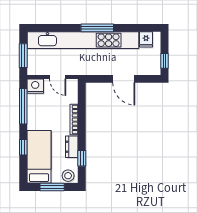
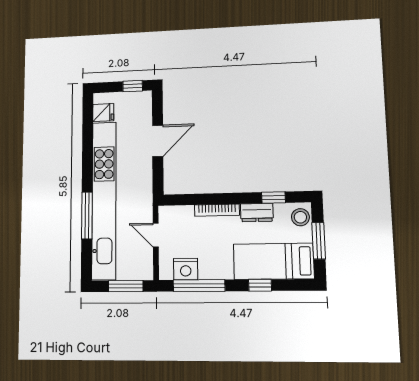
window: (97, 28) -> (87, 215), moved
door: (58, 77) -> (156, 235), swing flipped
nightstand: (35, 86) -> (186, 269), moved, turned -90

